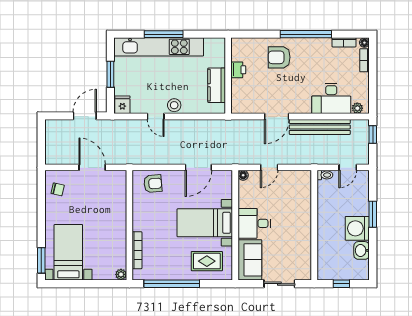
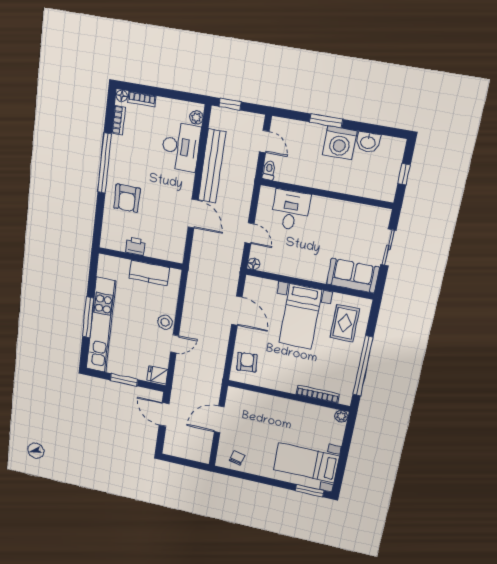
desk: (254, 223) -> (290, 210), moved, turned 180

